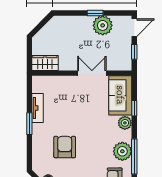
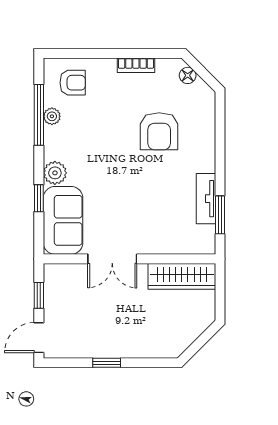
plant: (103, 25) -> (94, 341), removed
wardrobe: (45, 63) -> (182, 276), width x1.50
window: (29, 124) -> (220, 215), moved
plant: (122, 151) -> (52, 116), width x0.53, depth x0.53

